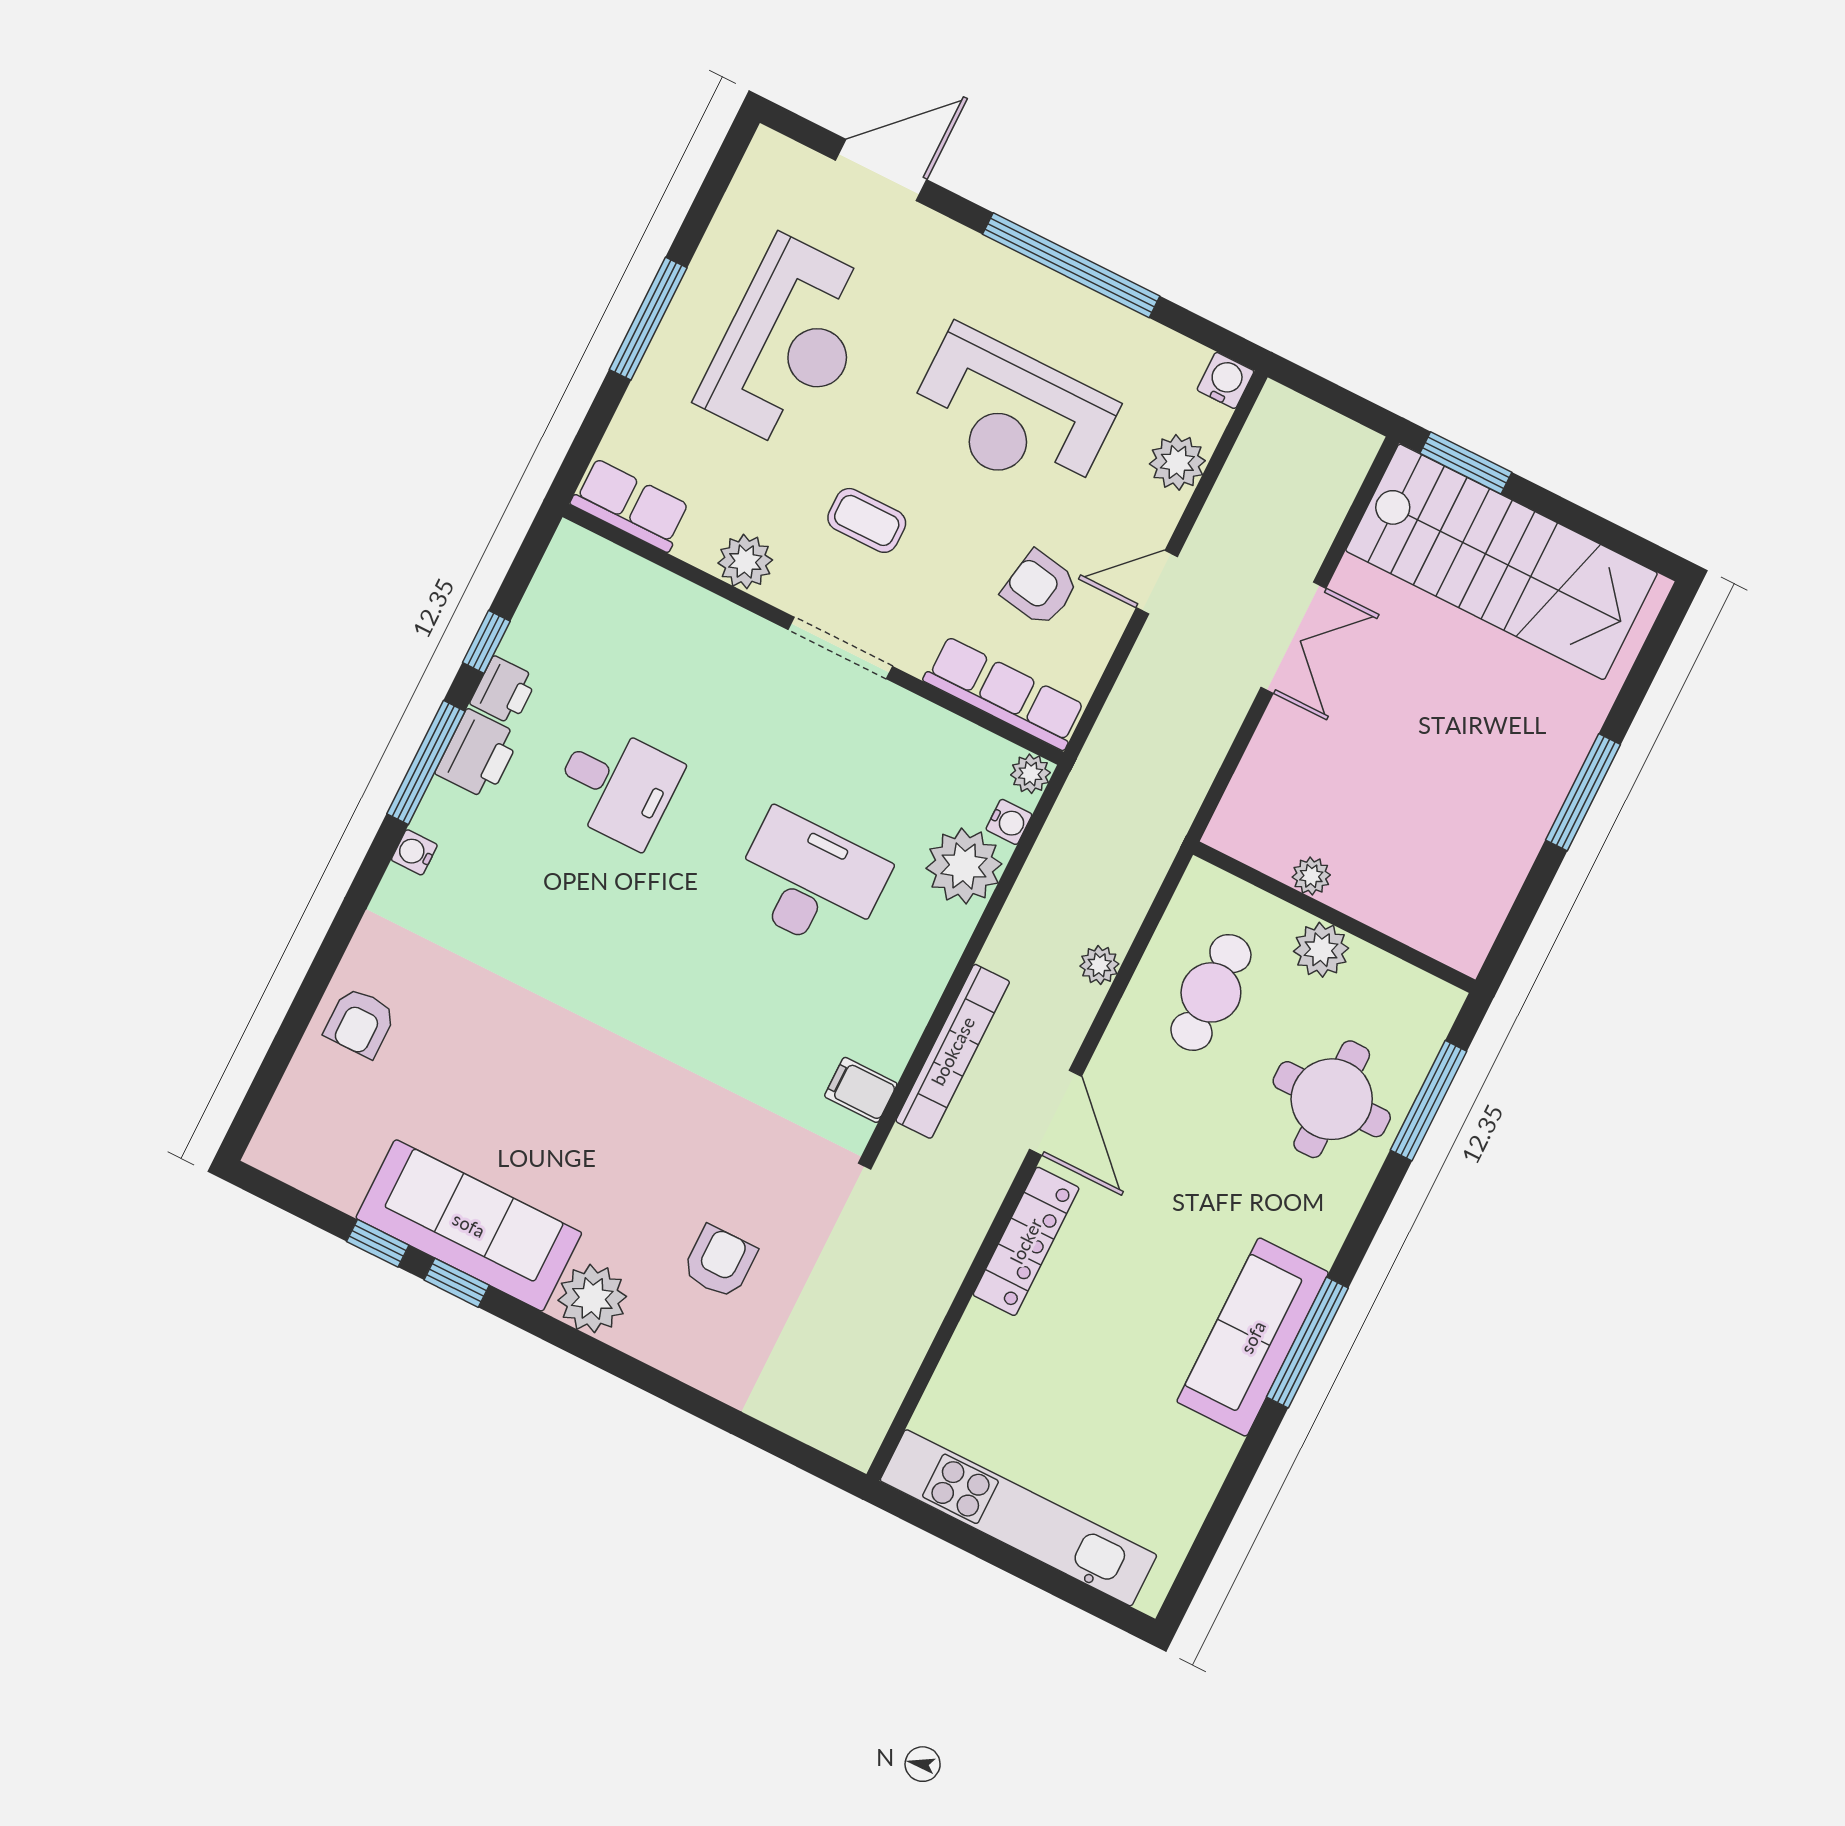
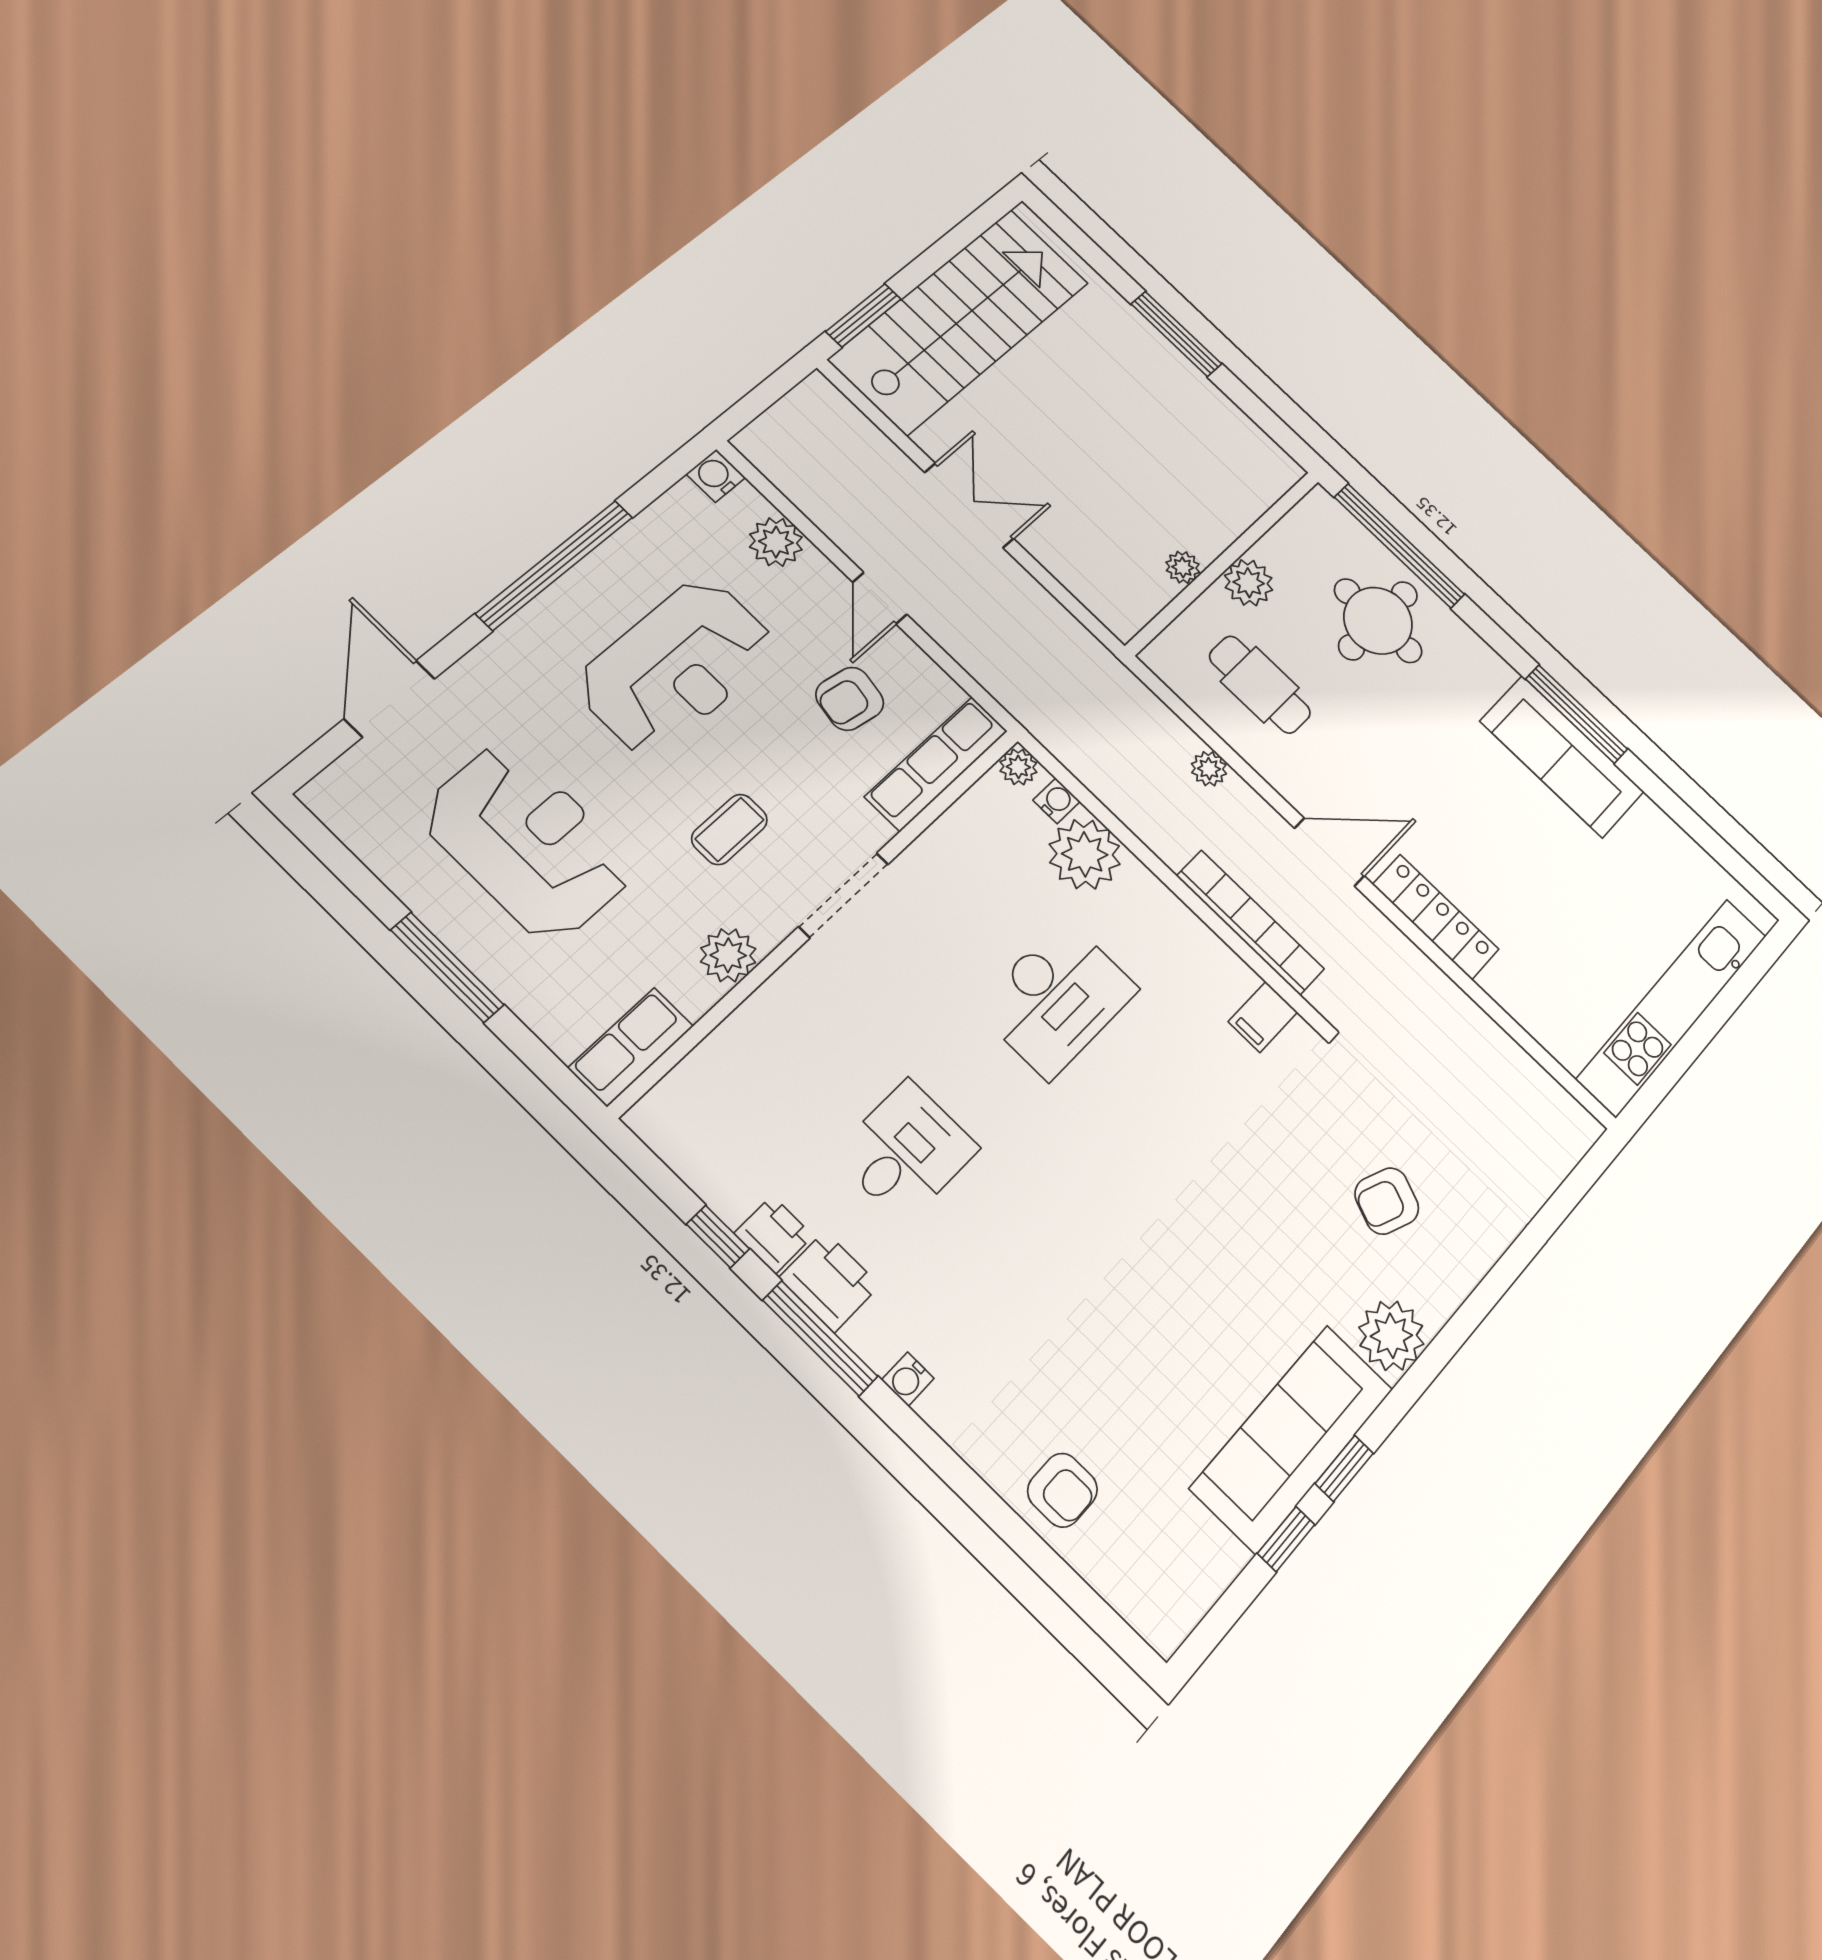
desk: (810, 882) -> (1057, 998), turned 180
window: (1429, 1101) -> (1399, 546), width x1.46
armchair: (720, 1262) -> (1387, 1201), turned -68

